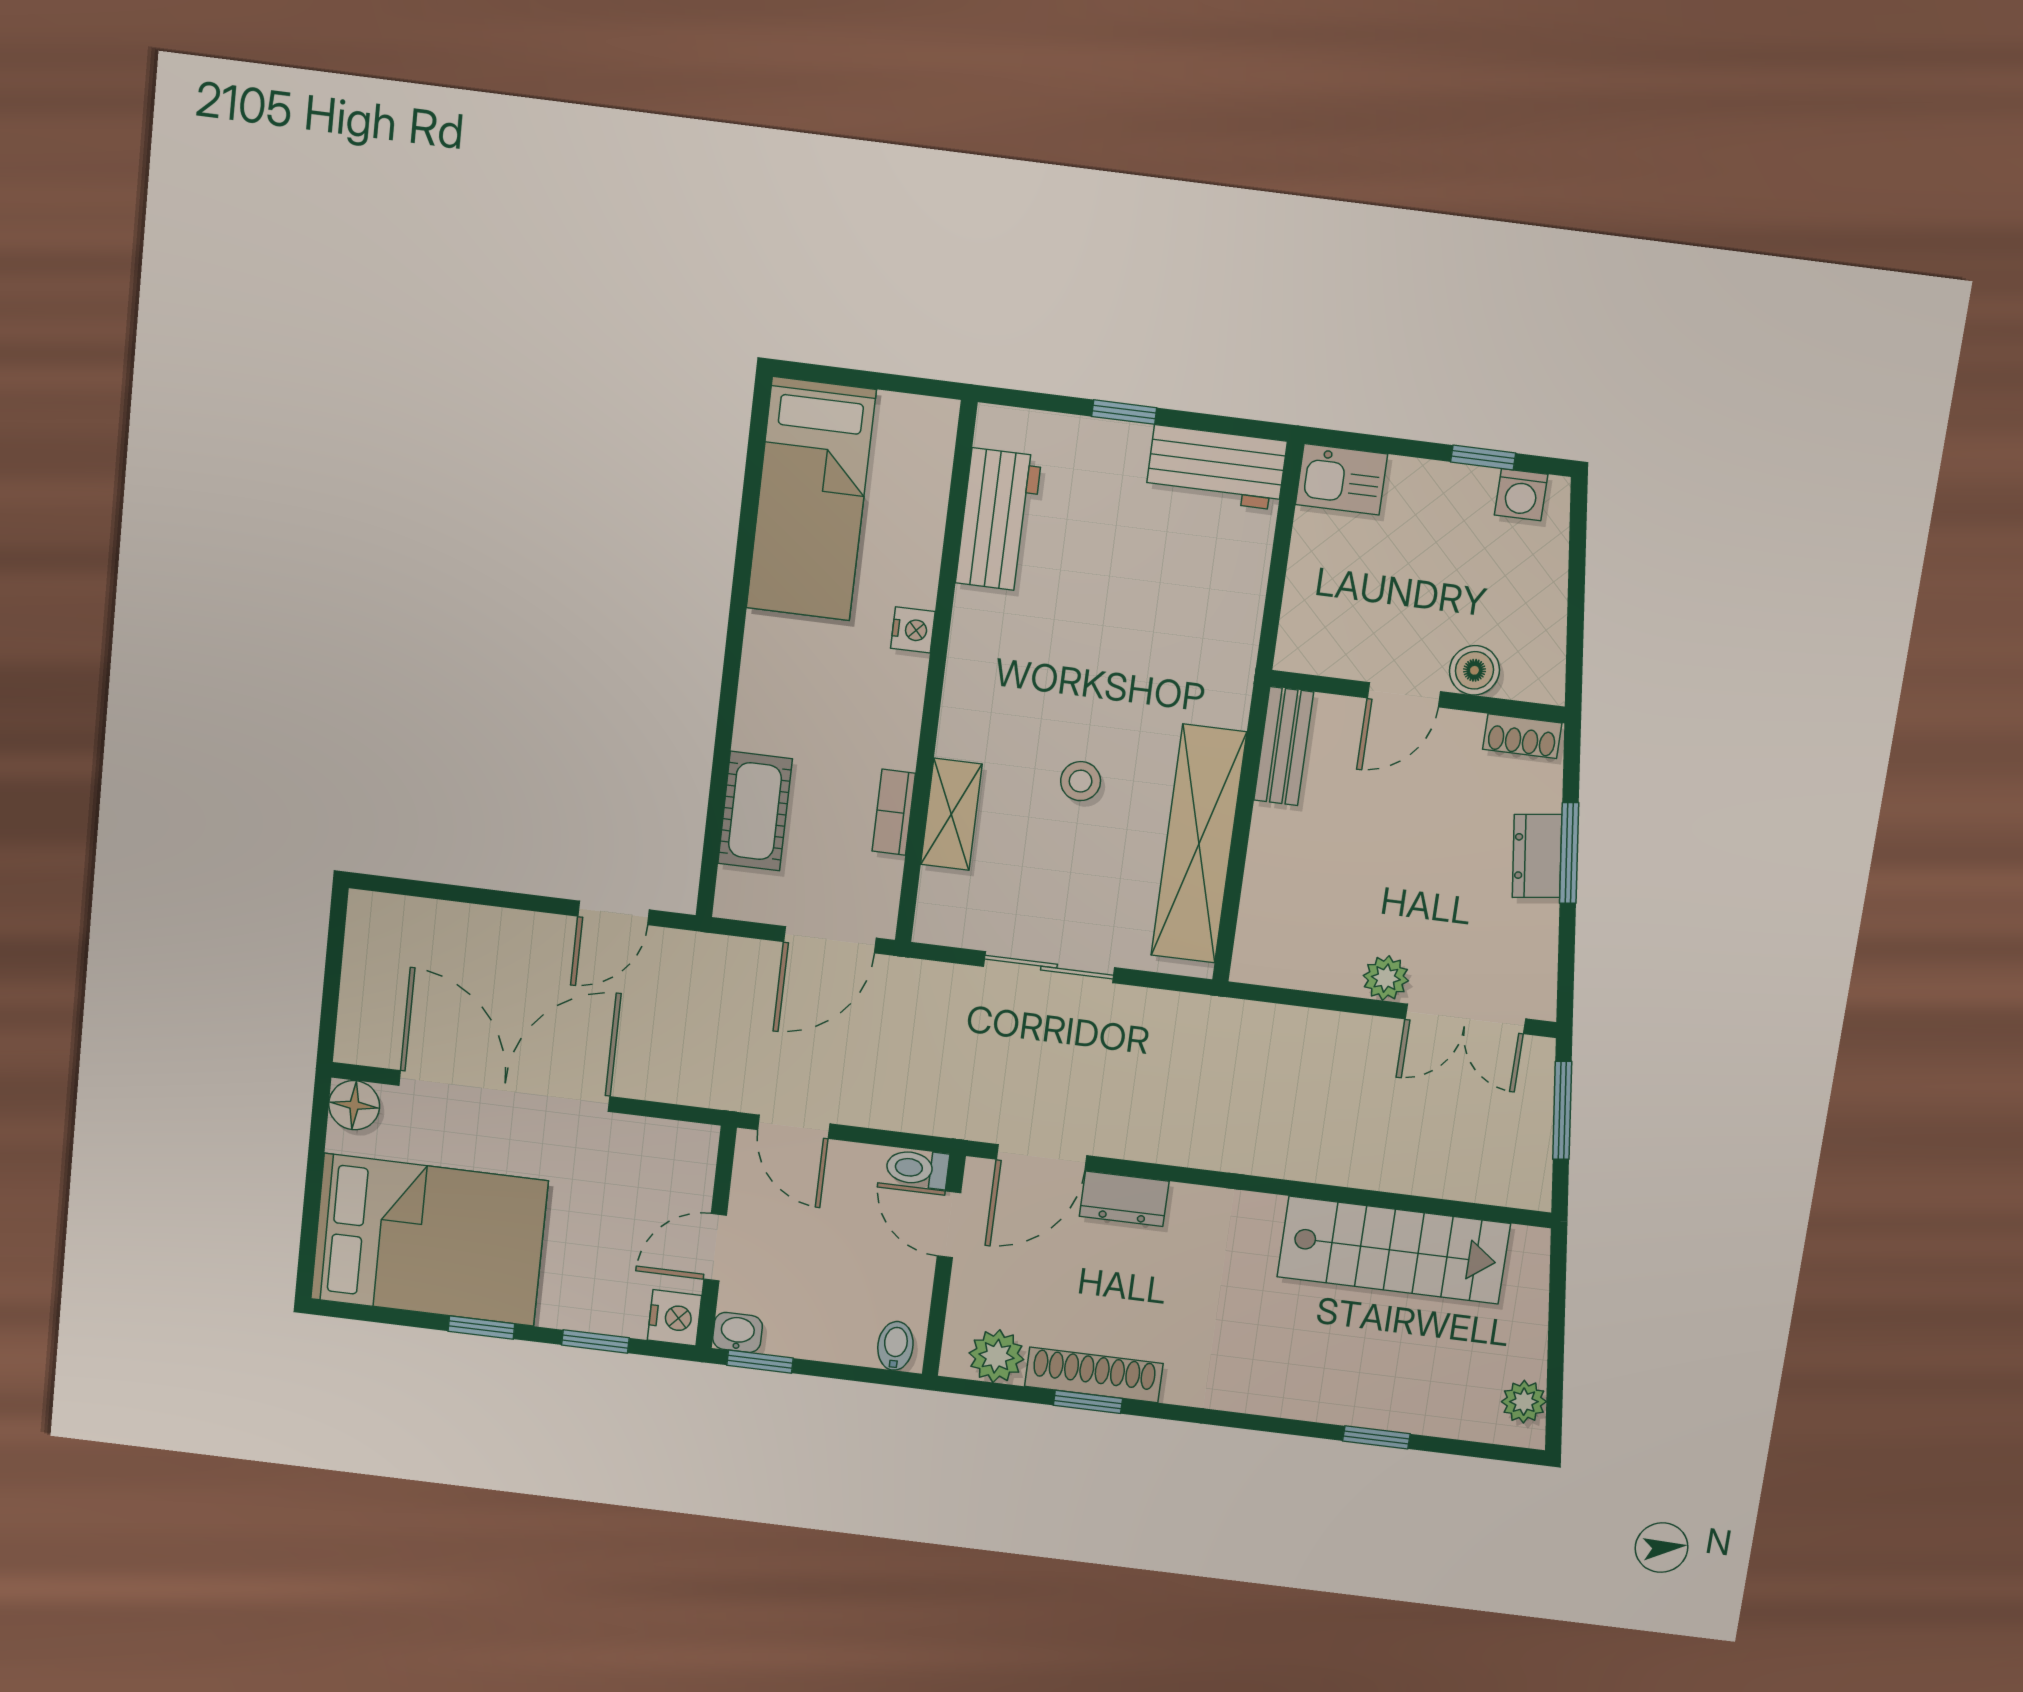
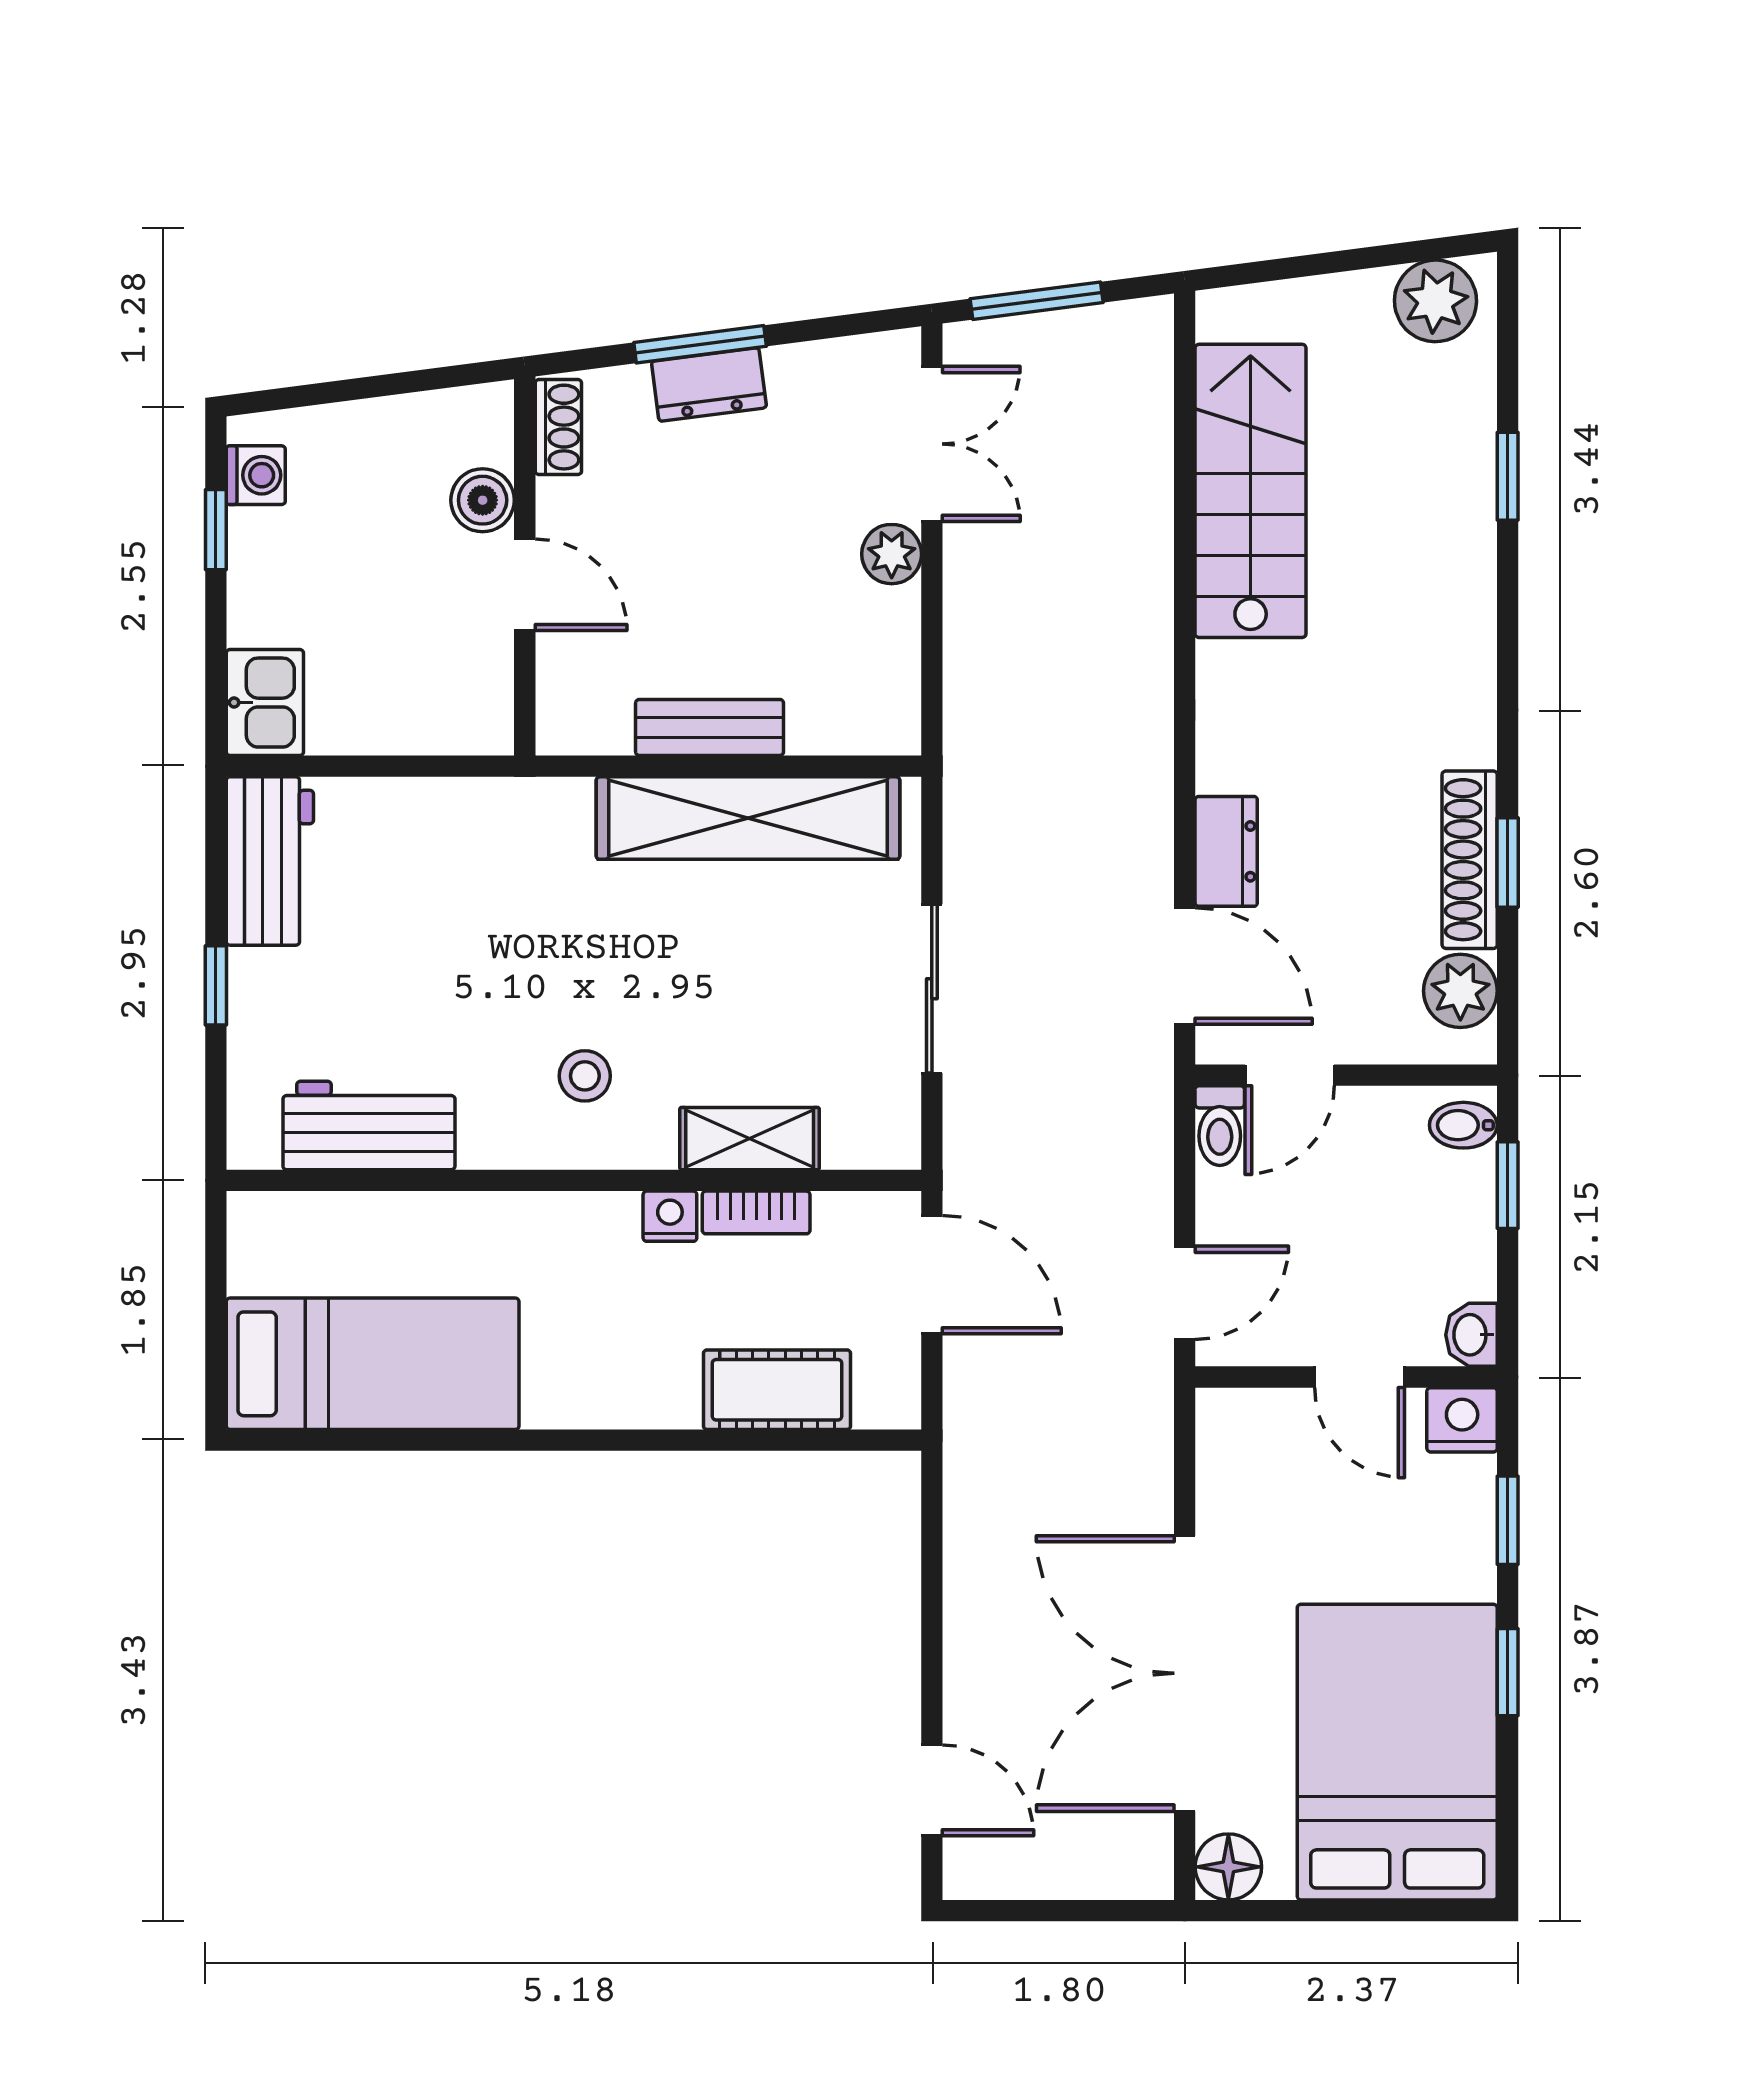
nightstand: (913, 630) -> (670, 1216), moved
bench: (1284, 746) -> (710, 727), moved
stool: (1081, 781) -> (585, 1076), moved
door: (614, 913) -> (932, 1790), moved
window: (760, 1362) -> (1508, 1185), moved
plant: (1524, 1402) -> (1435, 301), width x1.38, depth x1.38

